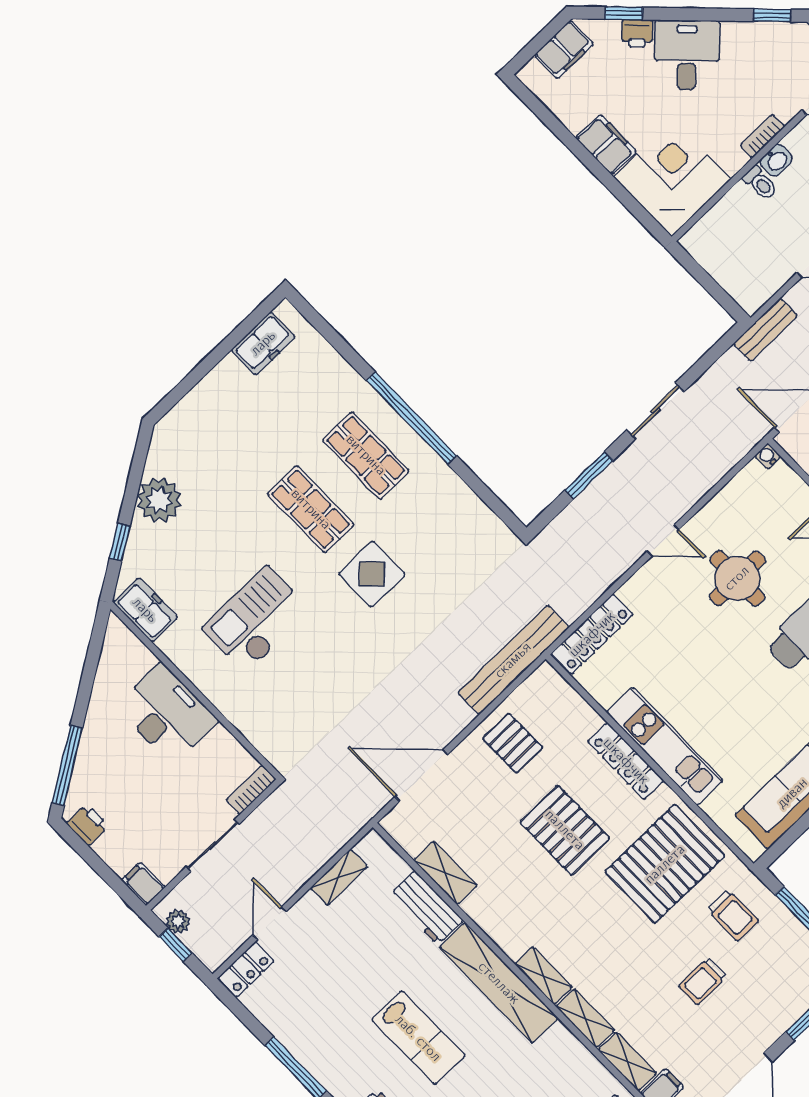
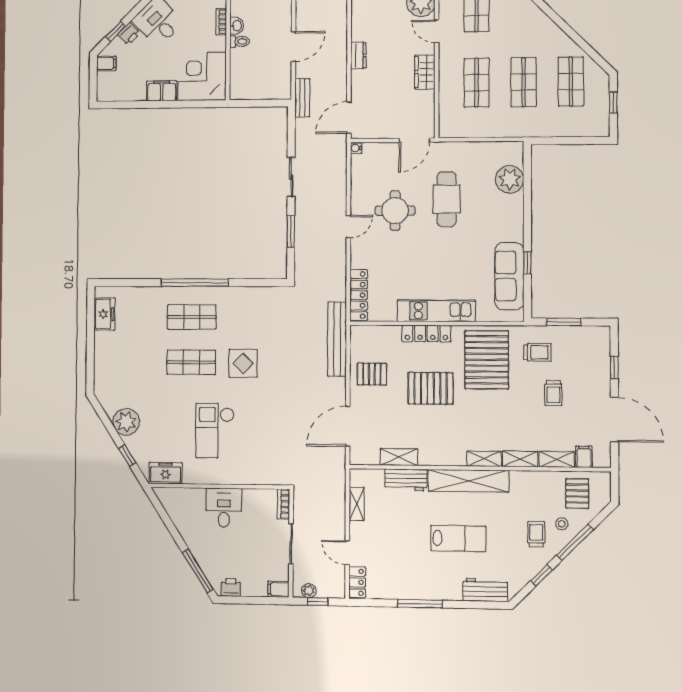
filing cabinet: (564, 50) -> (106, 63), width x0.50
desk: (167, 714) -> (224, 508), width x0.73

